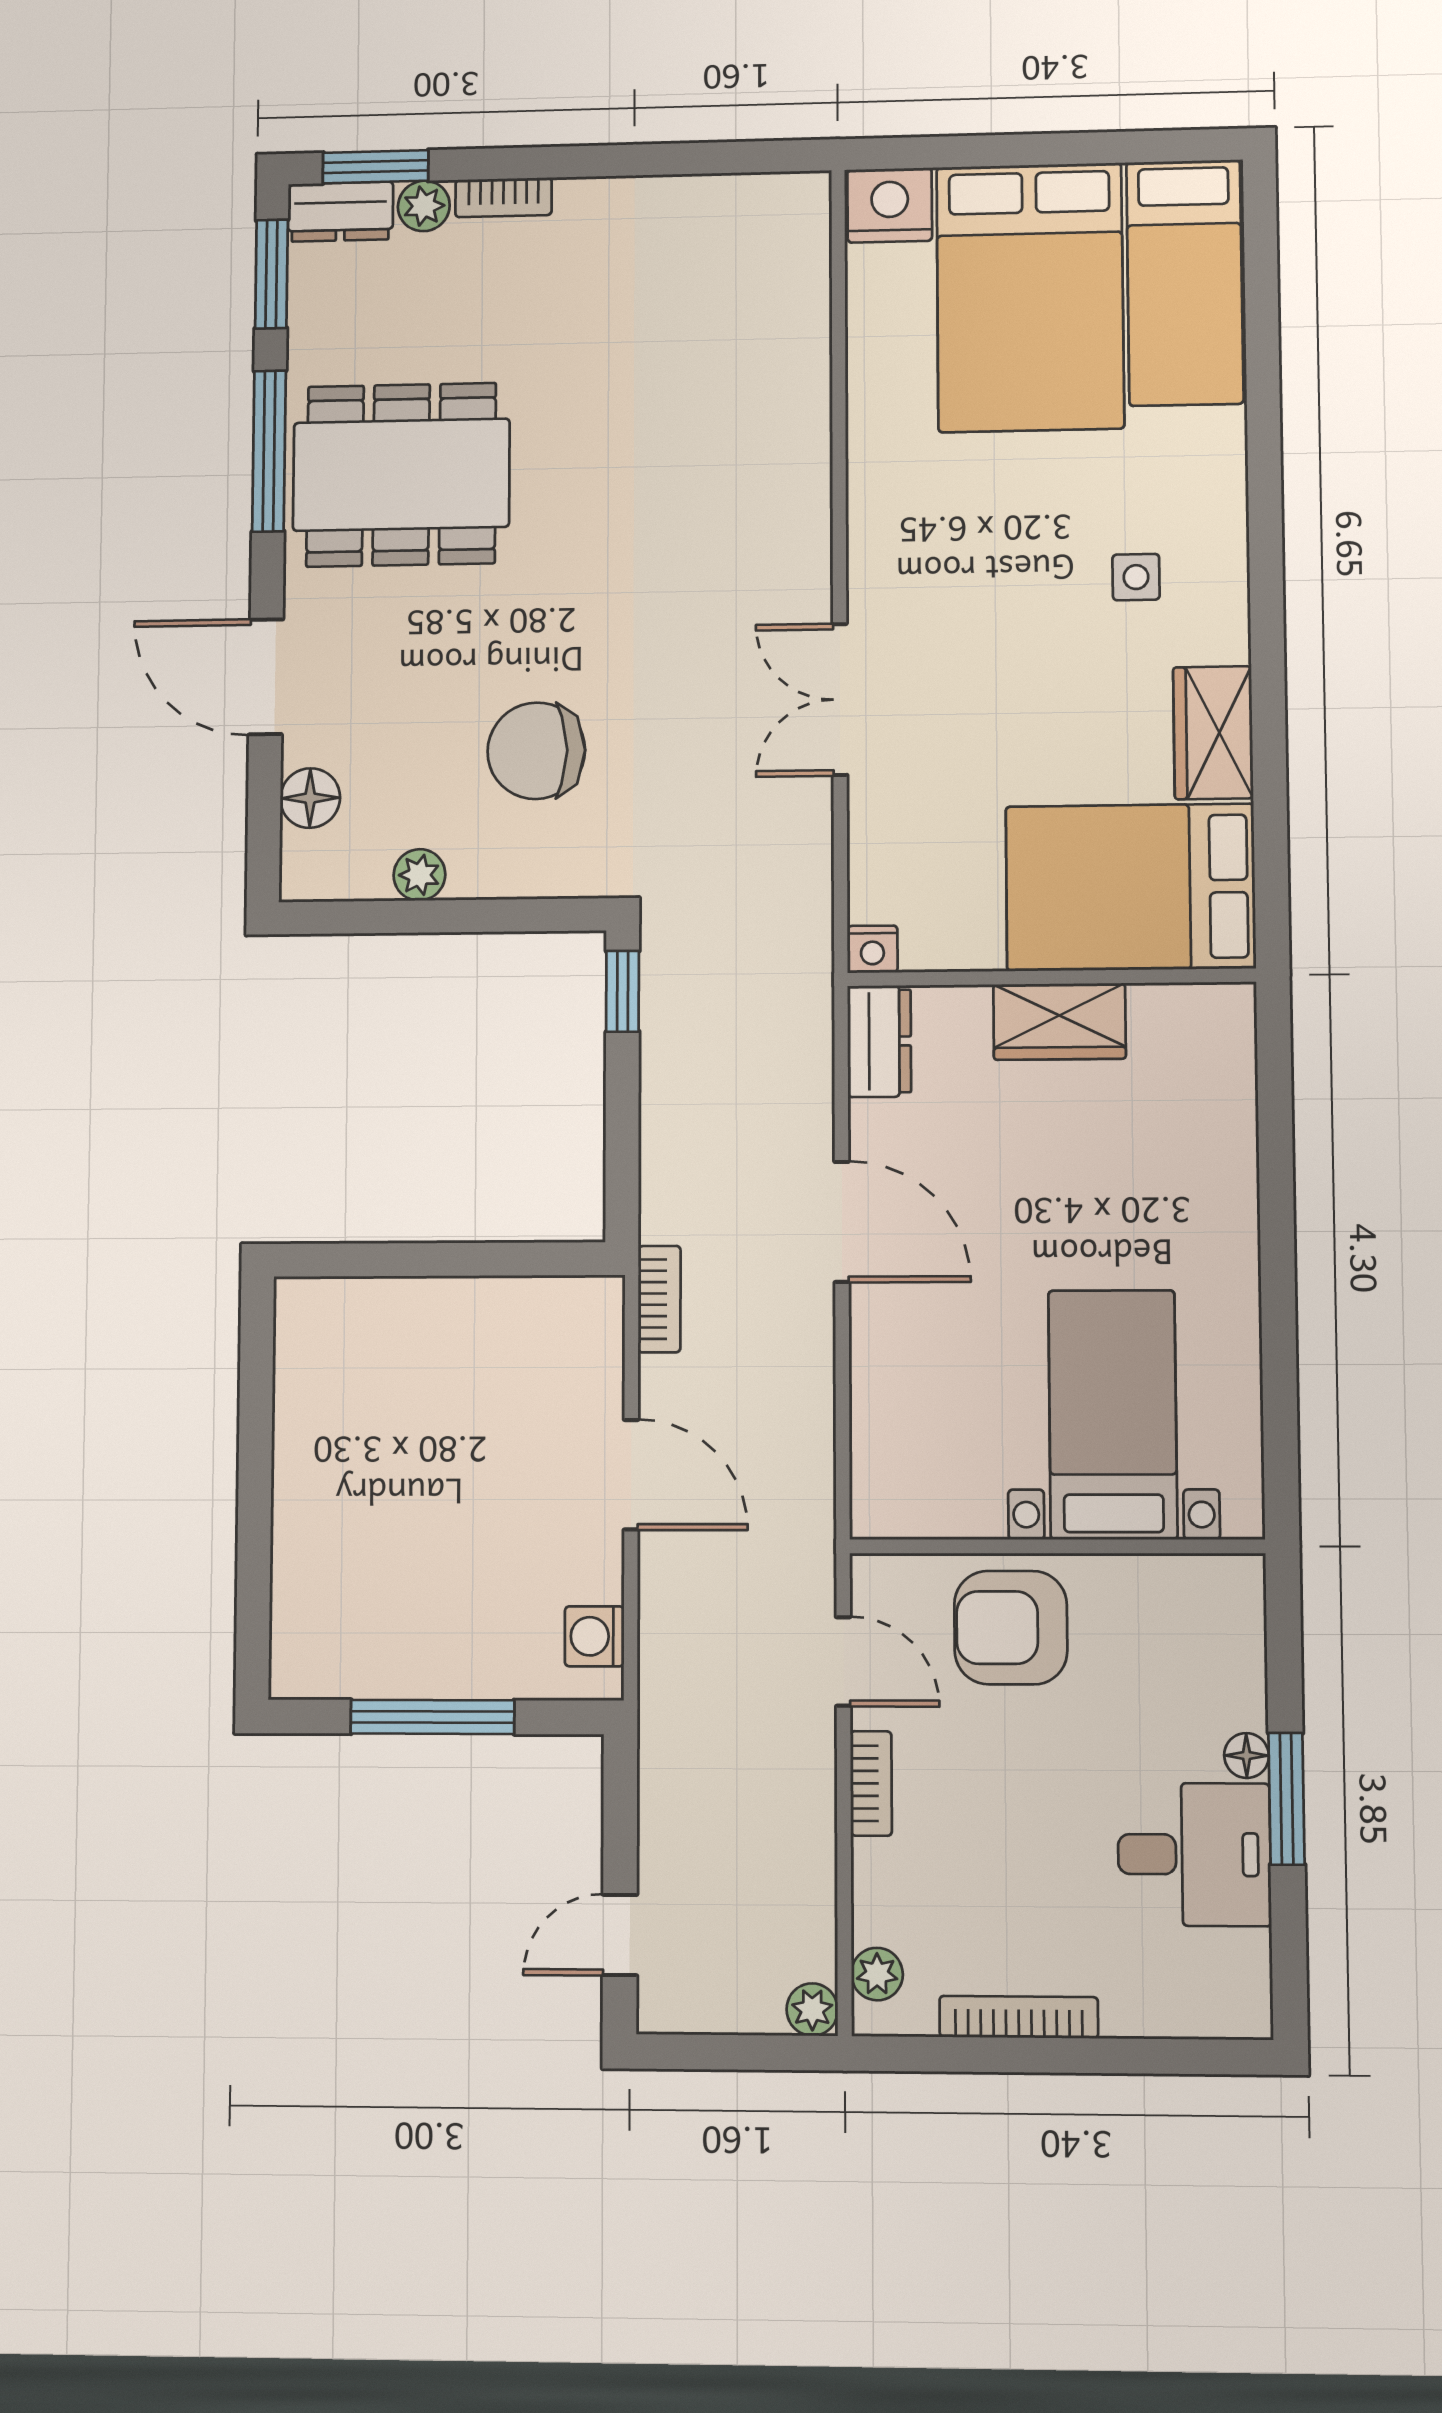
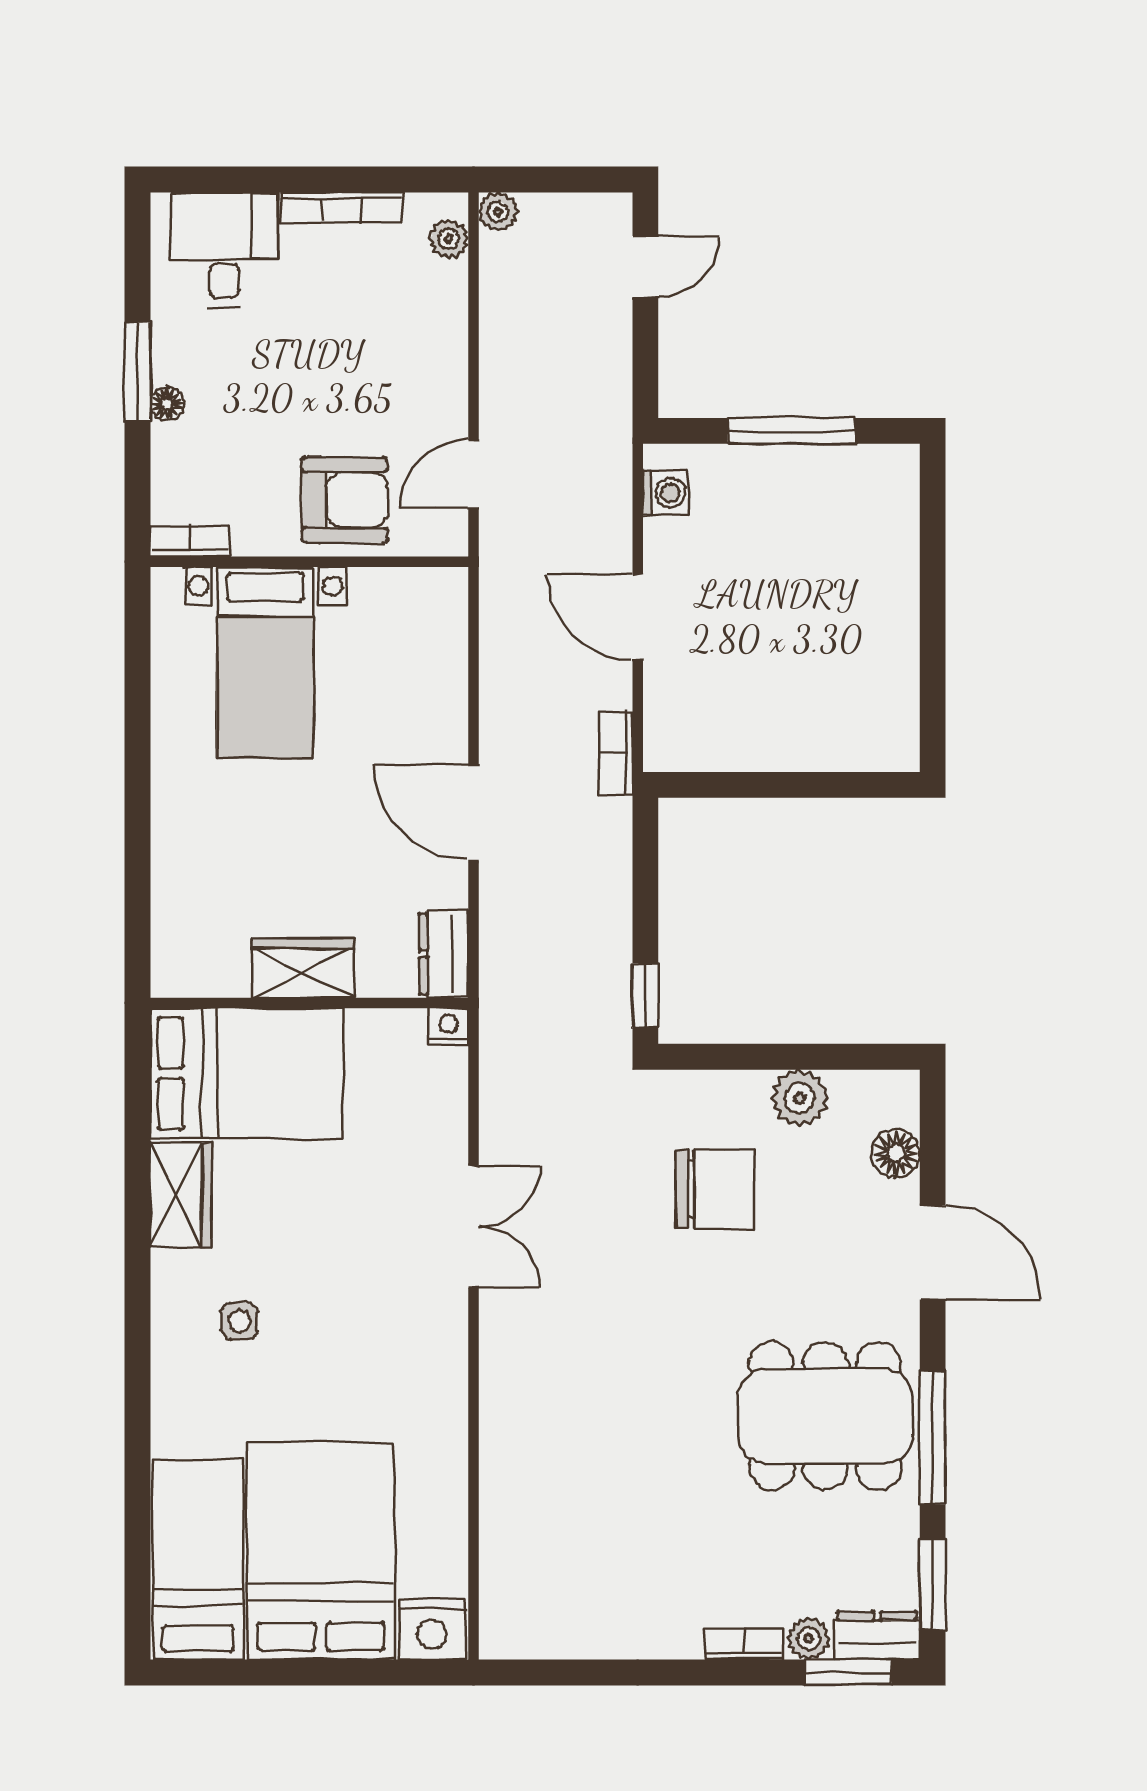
plant: (419, 875) -> (800, 1098), width x1.38, depth x1.38
door: (843, 1661) -> (473, 474), hinge flipped
bookcase: (871, 1783) -> (190, 541), moved, turned 90
desk: (1194, 1854) -> (224, 250), moved, turned 90

